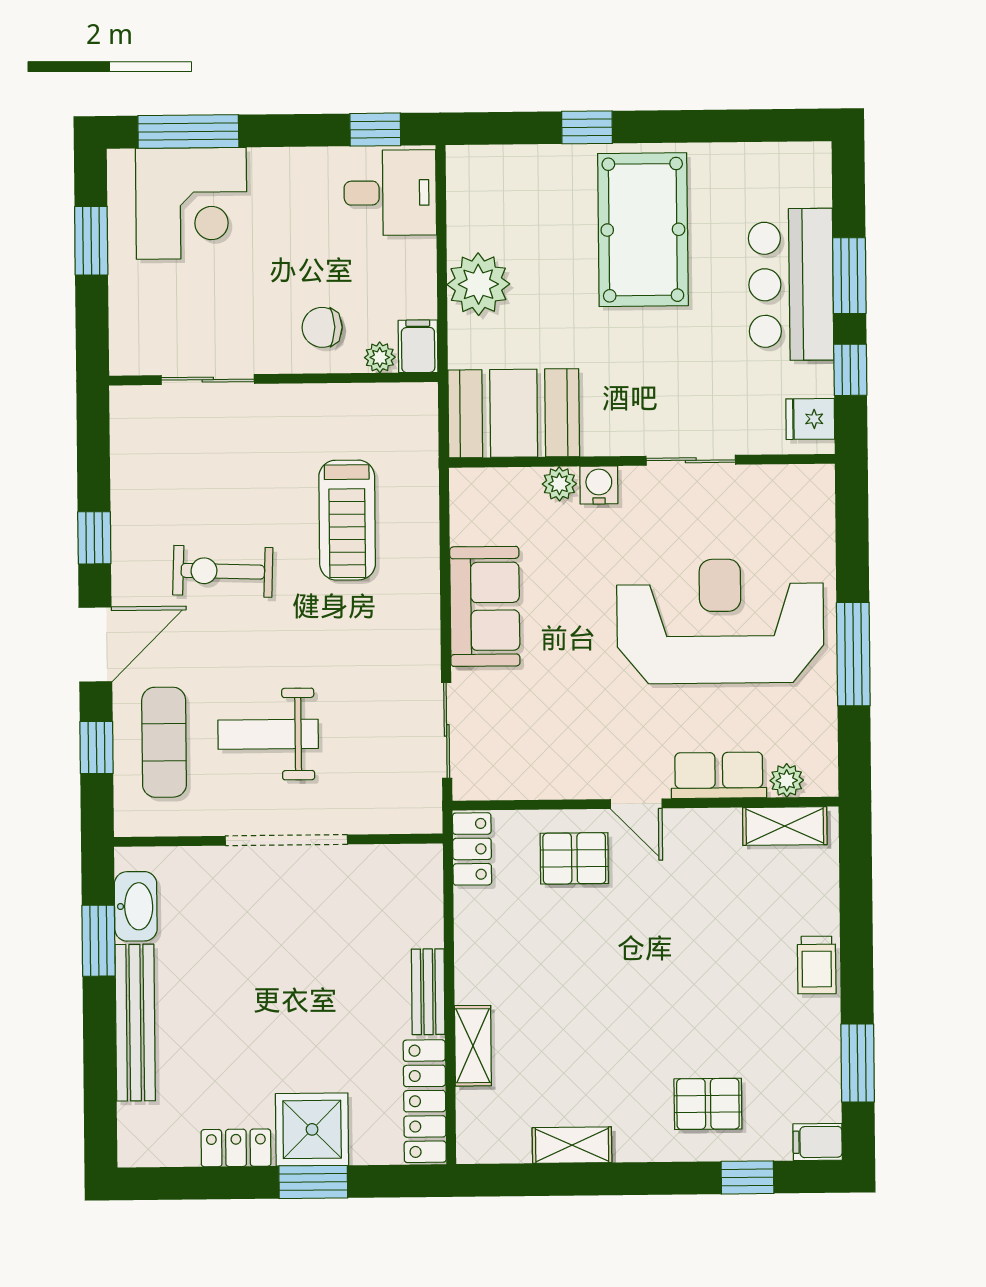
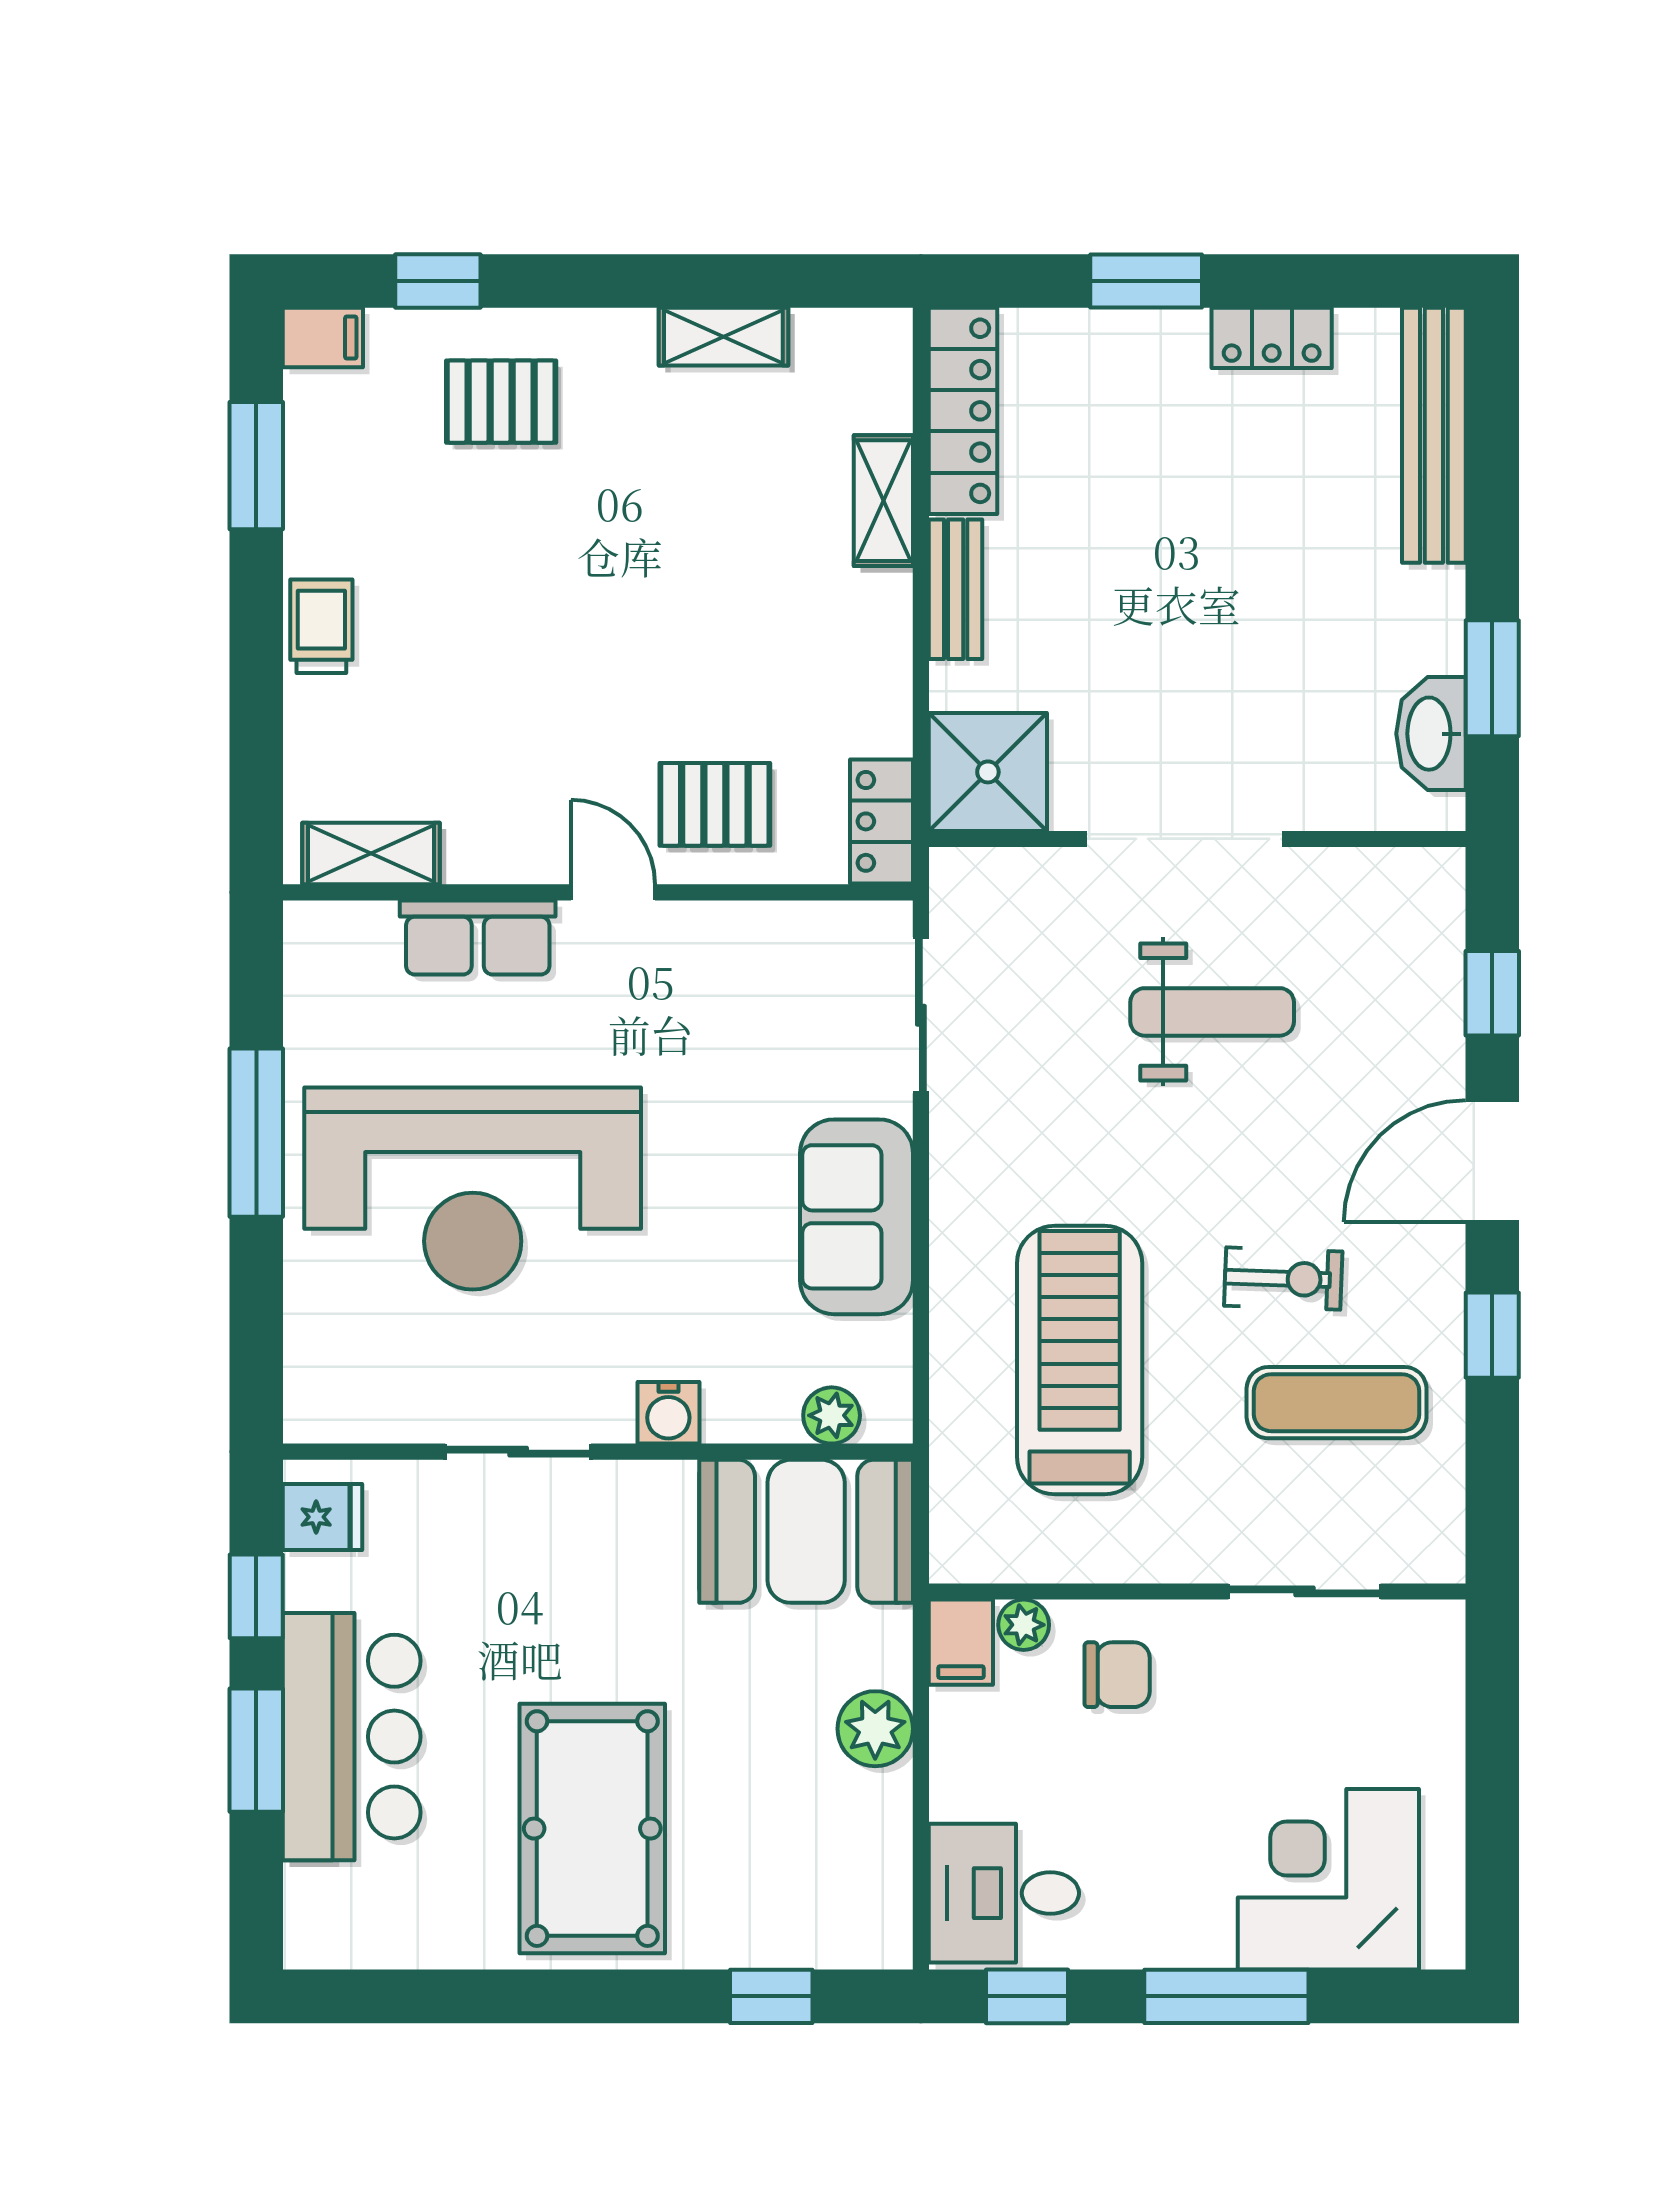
window: (587, 127) -> (771, 1996), moved
window: (188, 132) -> (1226, 1996), moved
window: (91, 241) -> (1492, 1820), removed
plant: (478, 284) -> (875, 1729), width x0.73, depth x0.73
plant: (559, 484) -> (832, 1415), moved
treadmill: (347, 520) -> (1080, 1360), width x1.37, depth x1.38
exercise bike: (223, 571) -> (1283, 1279), width x0.73, depth x0.72
exercise mat: (164, 742) -> (1337, 1403), moved, turned 90
plant: (787, 780) -> (367, 928), removed
bench: (135, 1023) -> (1434, 435), moved
shower: (312, 1129) -> (988, 772), moved

